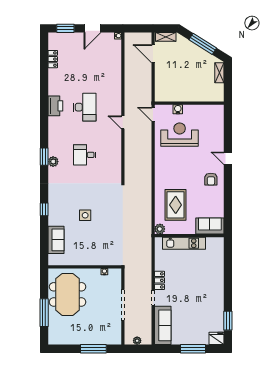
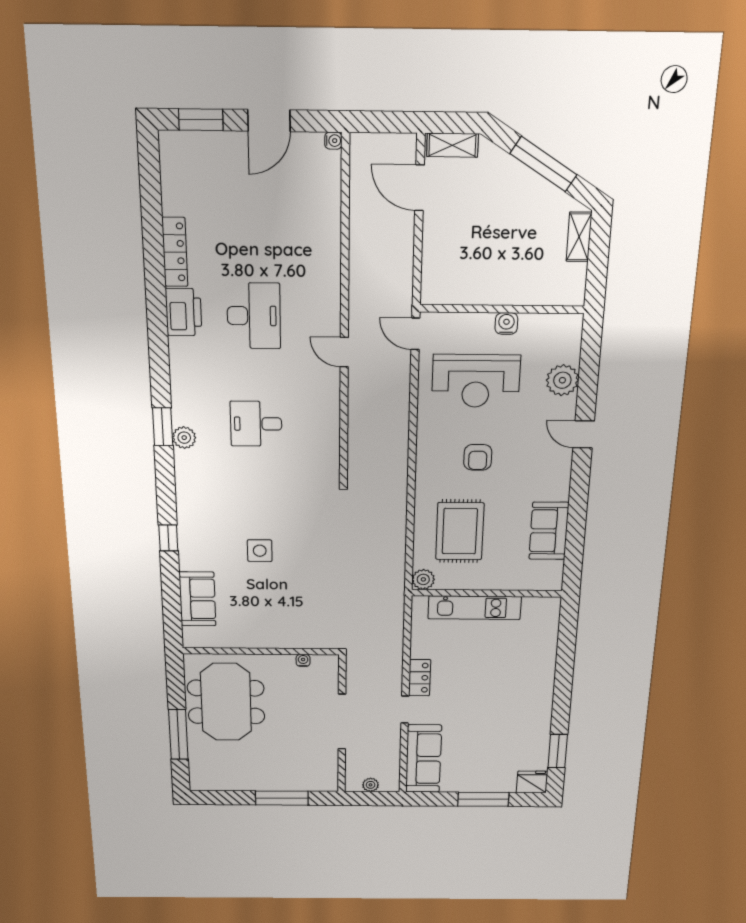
locker: (53, 59) -> (175, 252), moved, width x1.53
water cooler: (178, 109) -> (506, 324), moved
plant: (217, 134) -> (562, 380), added
reception desk: (180, 135) -> (476, 381), turned 180
armchair: (211, 179) -> (478, 457), moved
sofa: (210, 226) -> (549, 531), moved, turned -90

